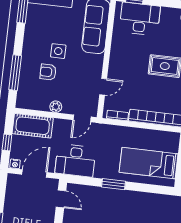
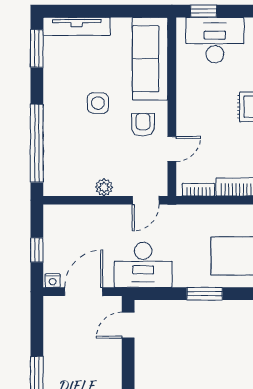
armchair: (48, 72) -> (143, 125), moved, turned 90
window: (15, 73) -> (37, 143), width x1.46
cot: (33, 126) -> (73, 220), removed
door: (61, 199) -> (128, 325), swing flipped

